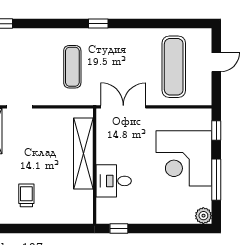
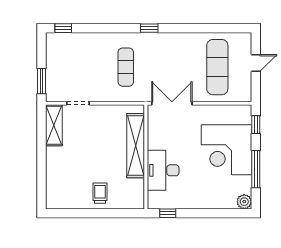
desk: (114, 181) -> (163, 170), width x1.37
trolley: (26, 195) -> (100, 193), moved

